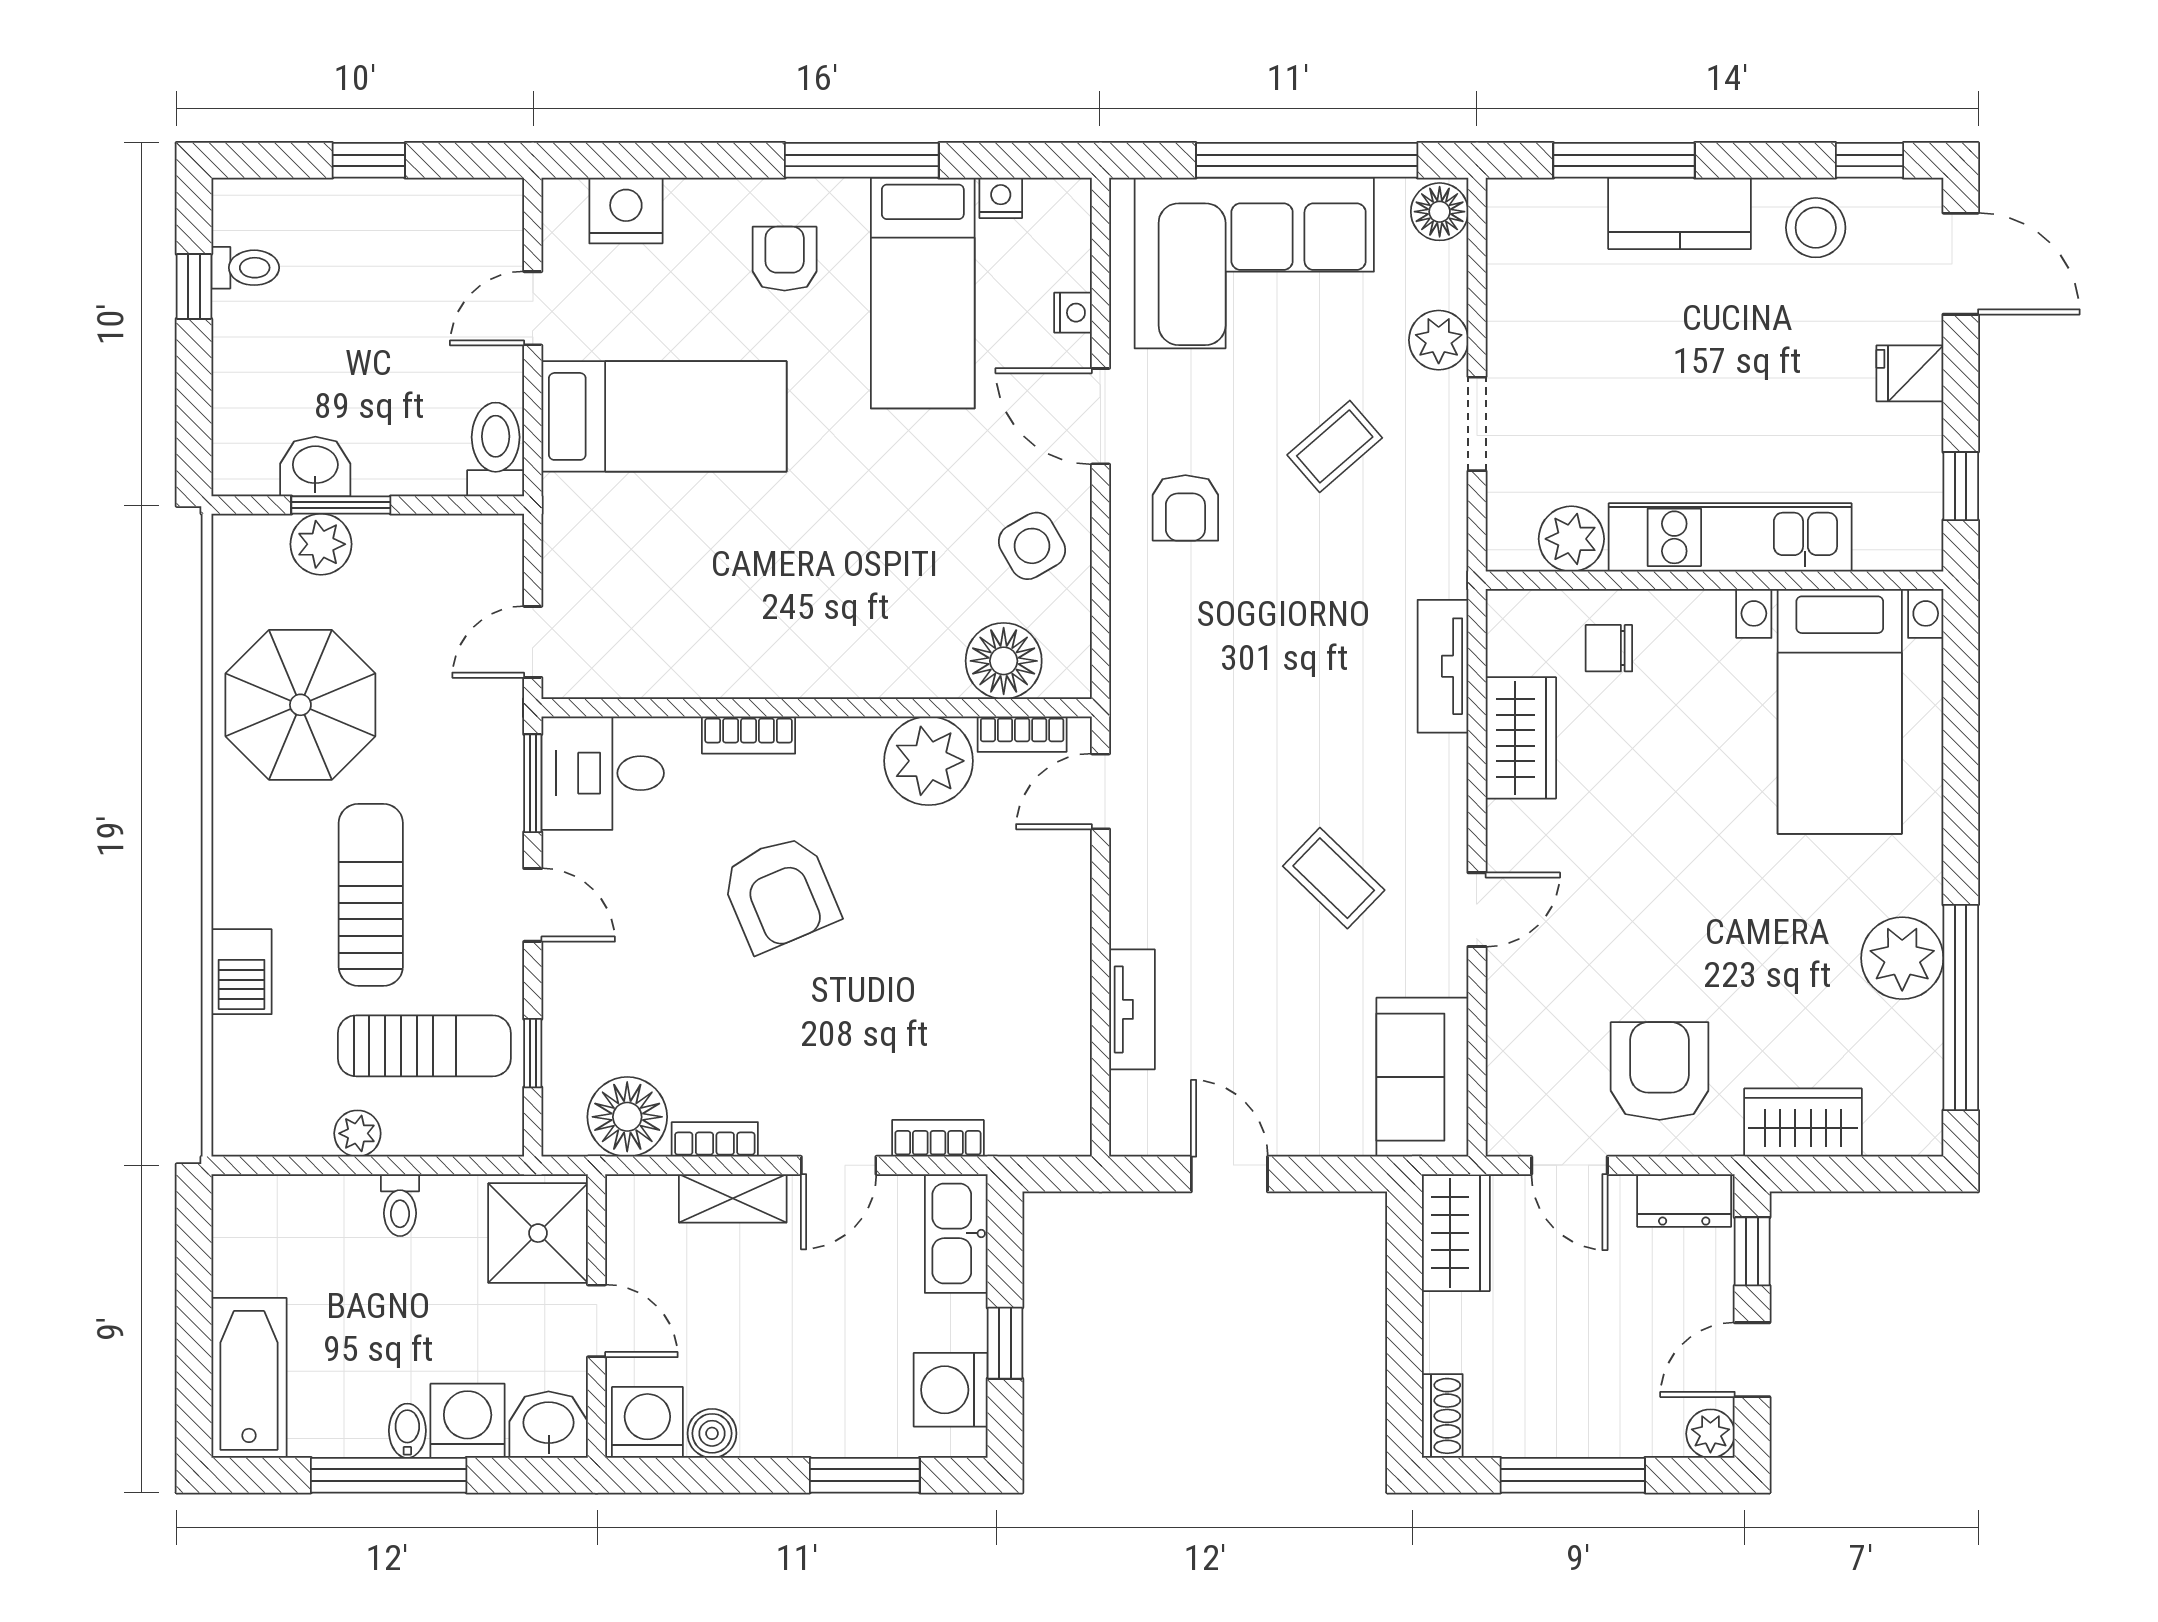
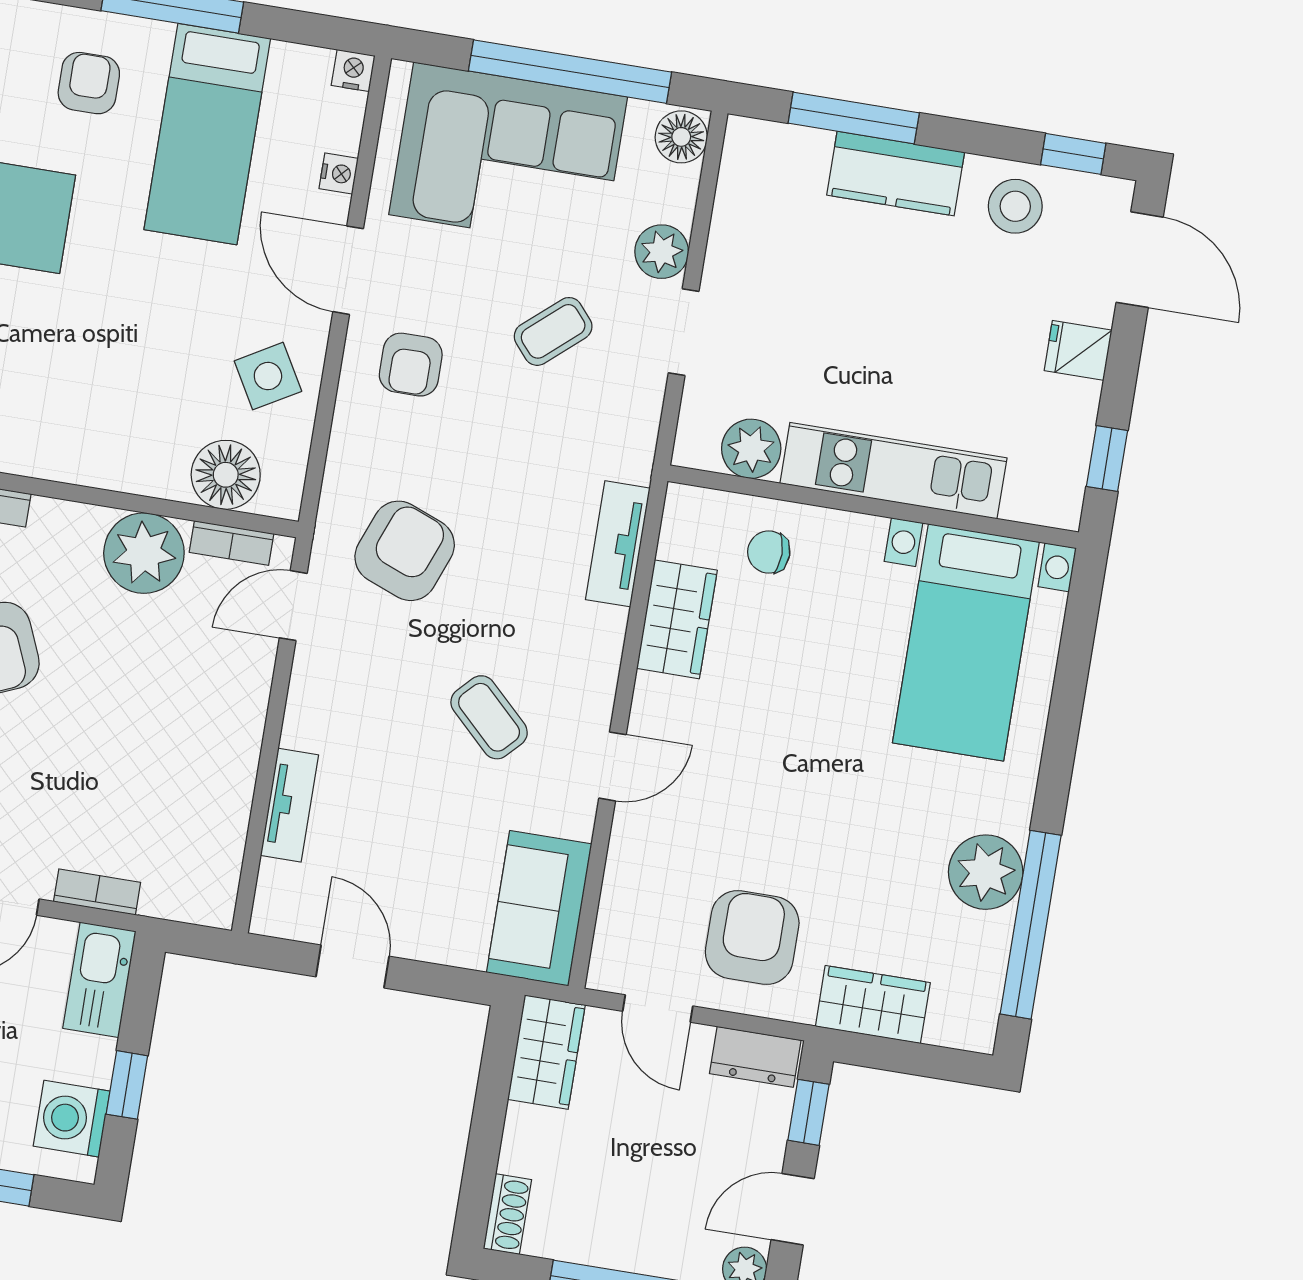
nightstand: (1001, 198) -> (353, 71), moved
armchair: (1212, 712) -> (405, 551), added

